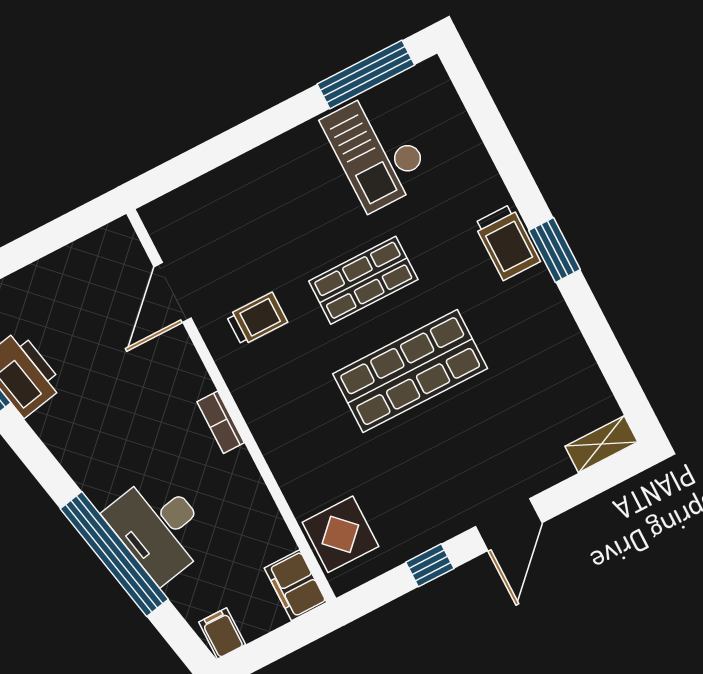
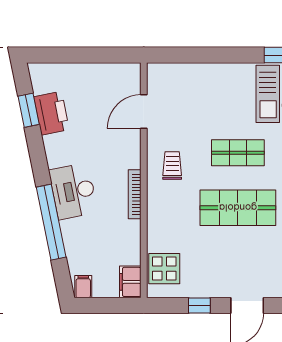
trolley: (257, 319) -> (172, 165), moved, turned -90
bookcase: (221, 422) -> (135, 194), width x1.56
desk: (159, 528) -> (73, 191), moved

